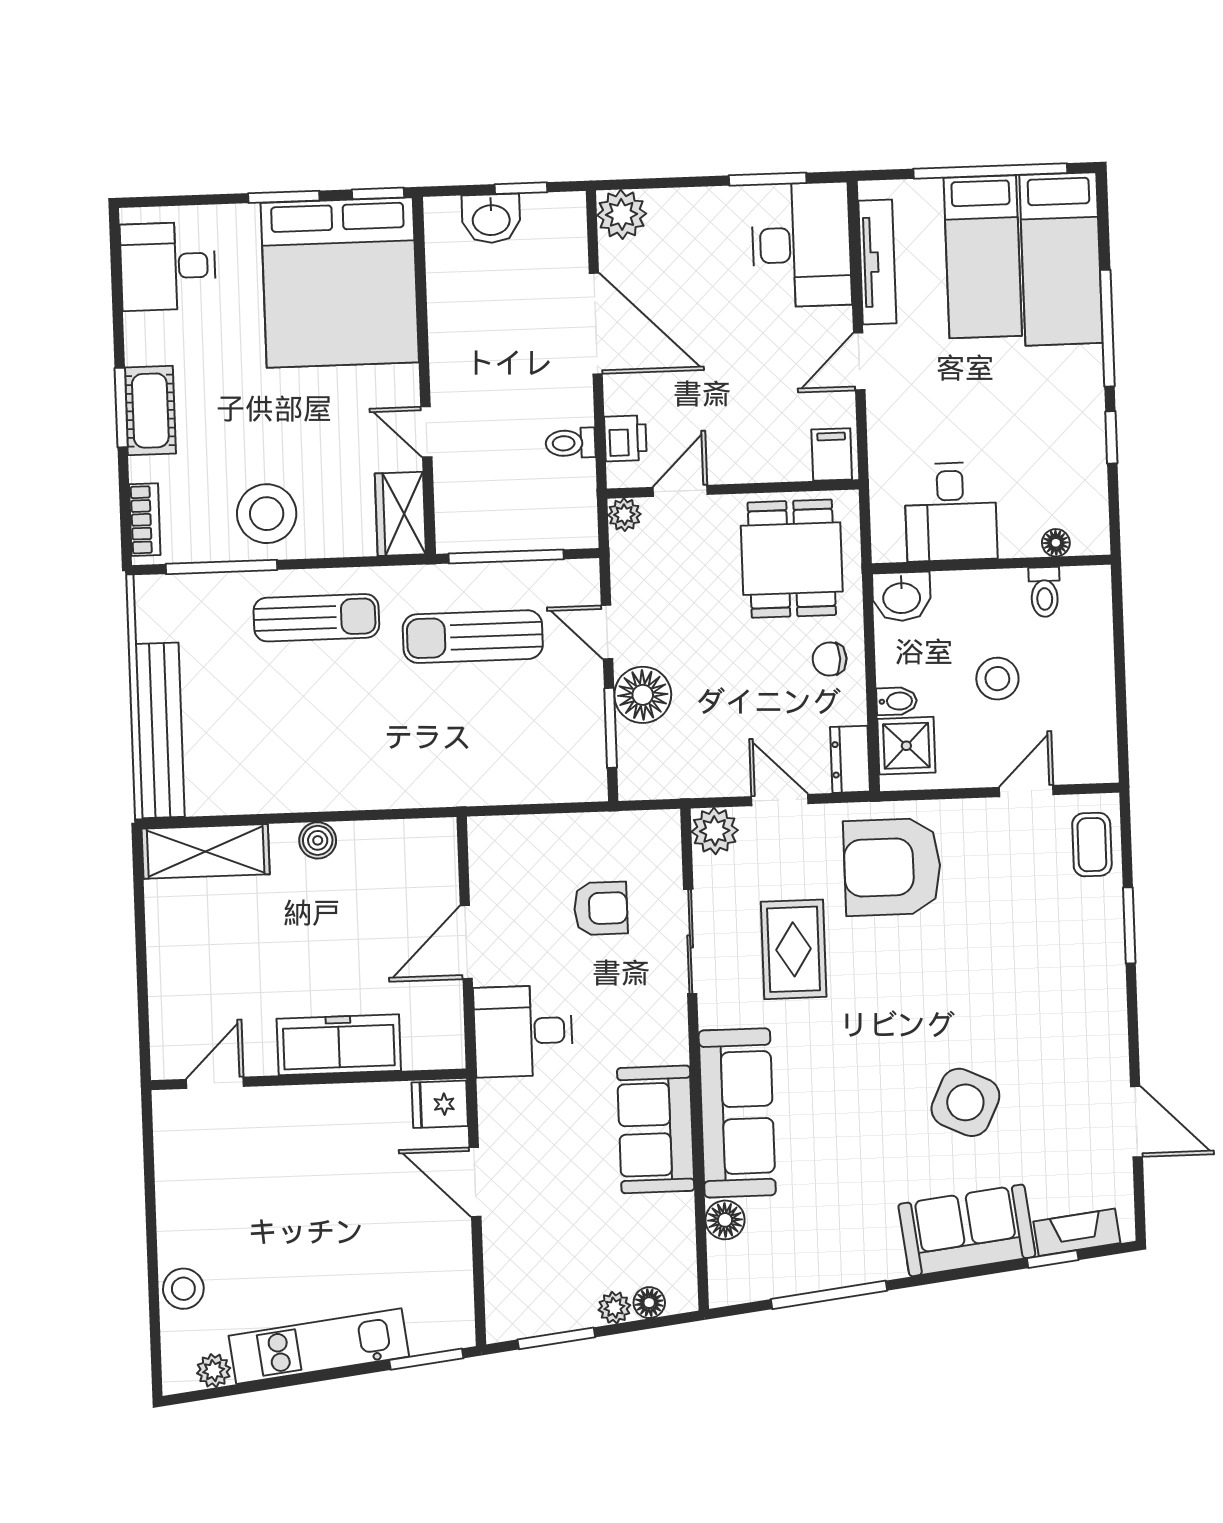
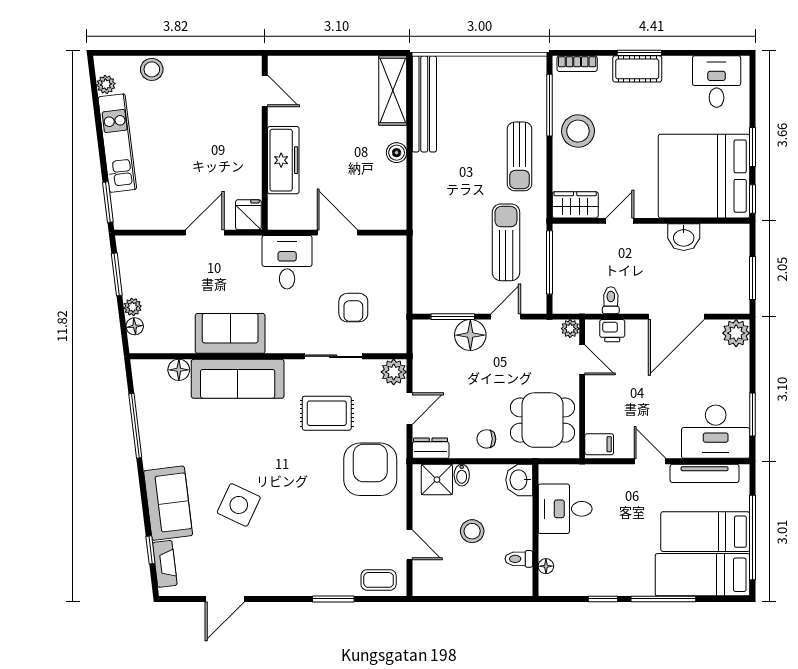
window: (521, 188) -> (753, 278), width x1.50
washbasin: (491, 219) -> (684, 237), moved, turned -90
chair: (830, 659) -> (486, 439), turned -90
bench: (160, 730) -> (424, 104), moved, turned 90

